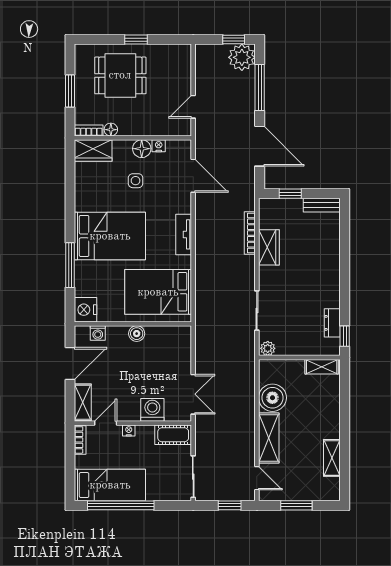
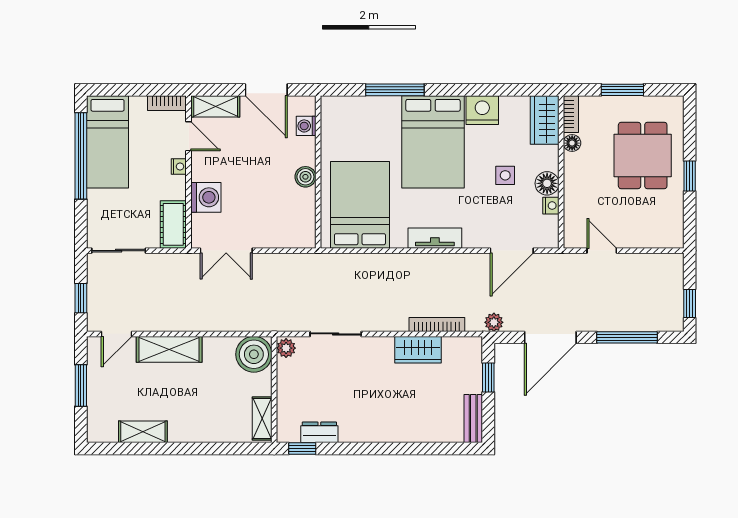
plant: (242, 57) -> (494, 322), moved, width x0.53, depth x0.53
nightstand: (86, 310) -> (482, 110), moved
boiler: (272, 398) -> (254, 354), moved

